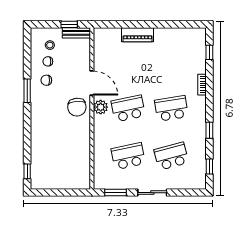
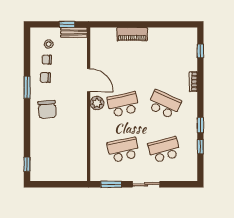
chair: (77, 107) -> (47, 109), moved
school desk: (171, 108) -> (164, 104), turned 33
window: (209, 167) -> (200, 147), moved

